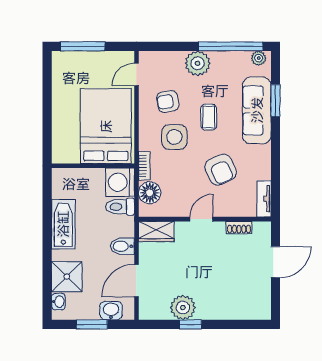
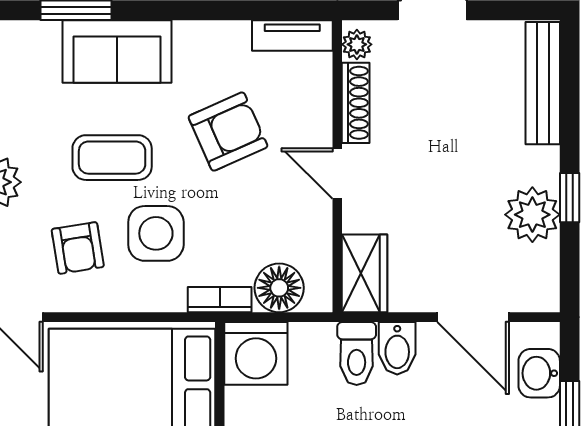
sofa: (257, 110) -> (117, 52), width x0.73
coffee table: (209, 117) -> (112, 158), width x1.36, depth x1.30
toilet: (120, 207) -> (357, 353), moved
shoe rack: (239, 227) -> (356, 103), width x1.43
plant: (260, 228) -> (357, 44), added
bench: (242, 312) -> (543, 83), added

